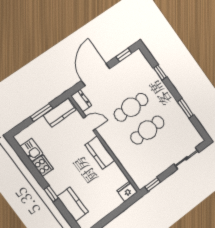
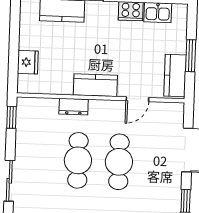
dresser: (81, 101) -> (74, 107), moved
fridge: (127, 191) -> (28, 62), moved

